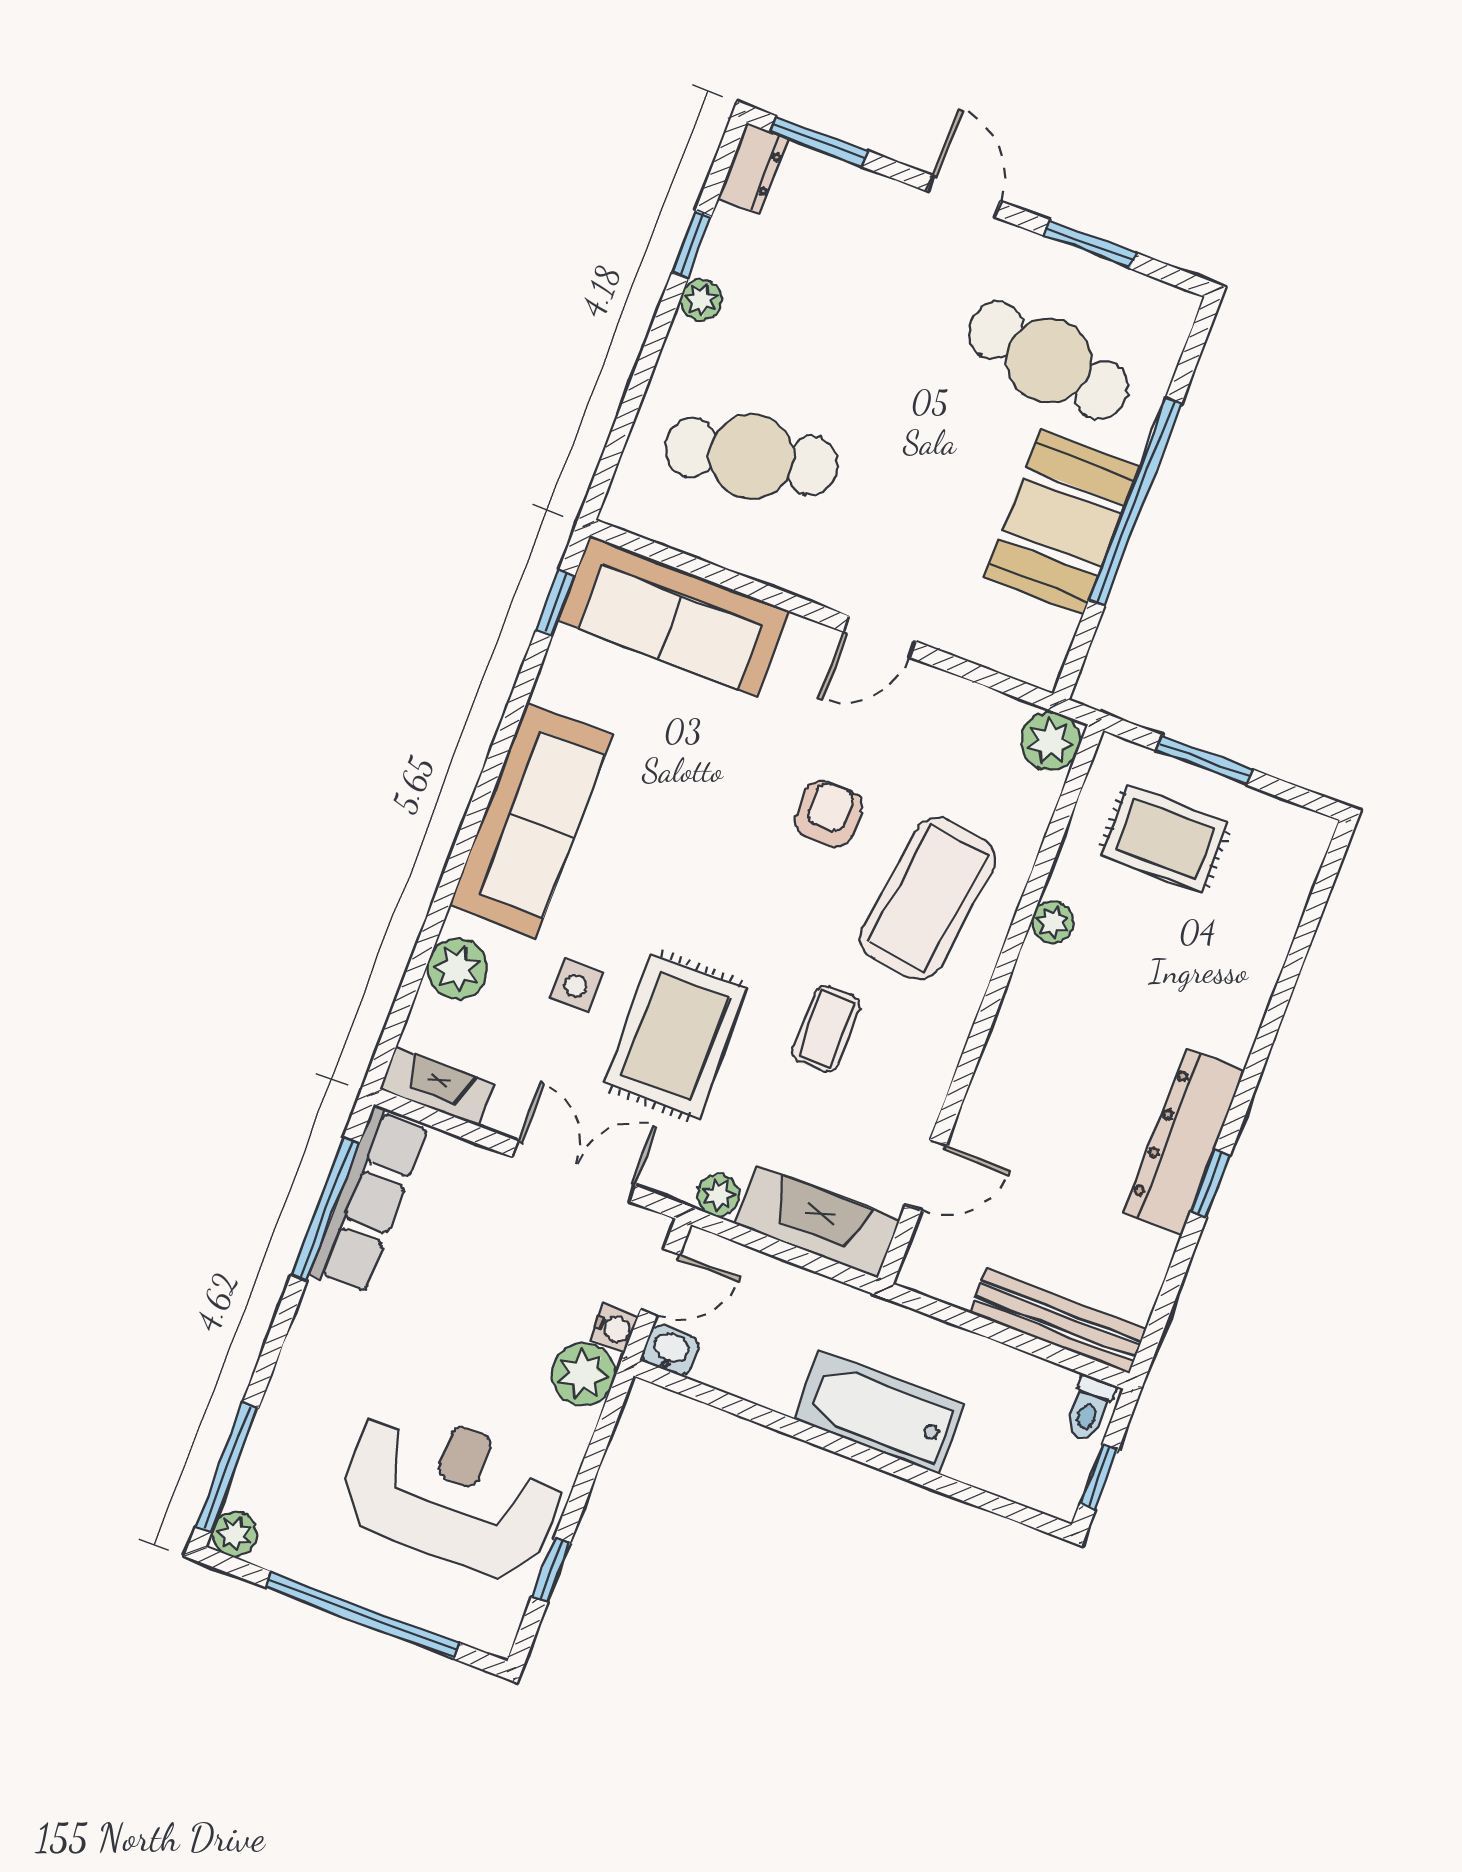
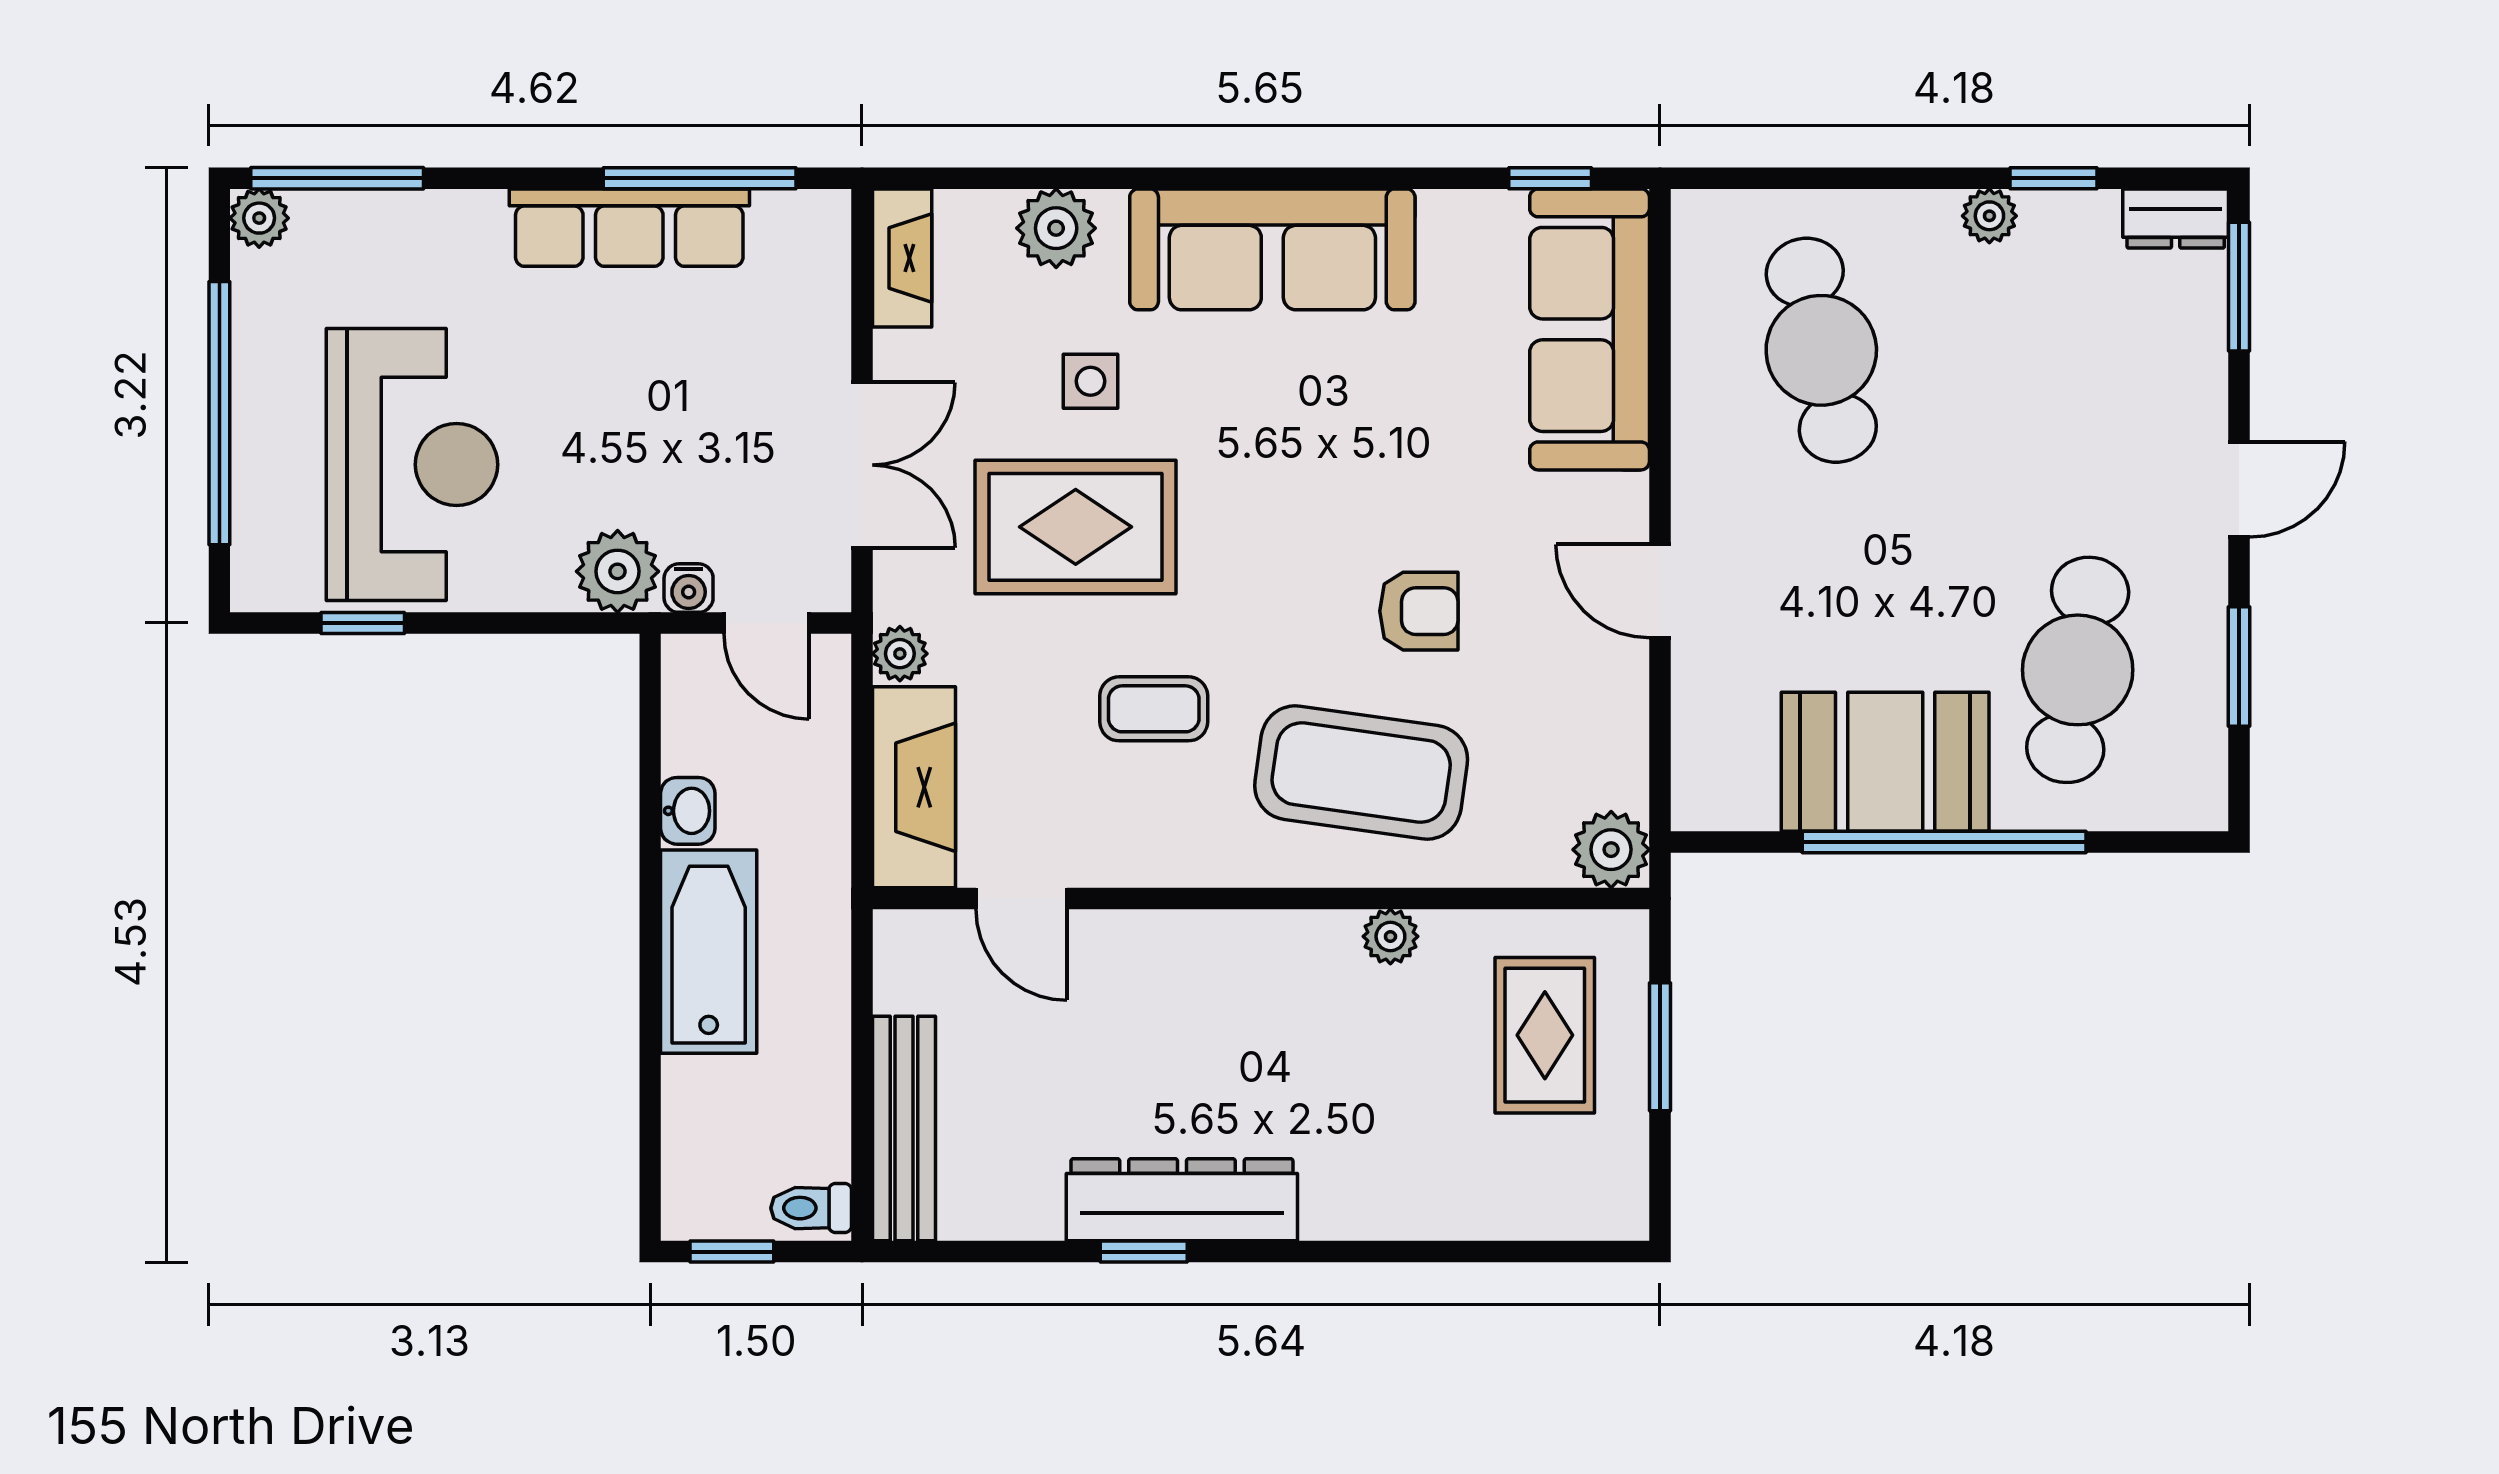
row of seats: (369, 1200) -> (629, 228), moved
washbasin: (670, 1350) -> (688, 811), moved

